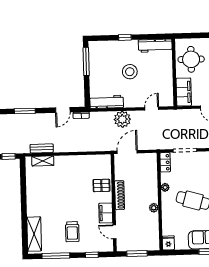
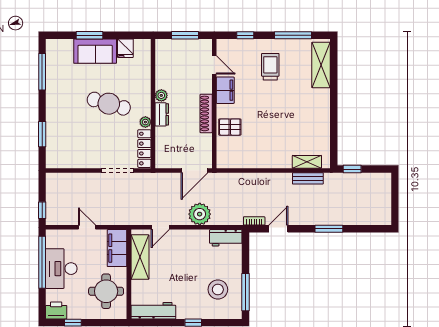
stool: (130, 72) -> (218, 290), moved
shelving: (166, 86) -> (140, 257), added
workbench: (107, 102) -> (226, 238), width x0.73
locker: (165, 162) -> (144, 149), width x1.53
dresser: (153, 194) -> (162, 114), added
fridge: (168, 243) -> (125, 48), moved

